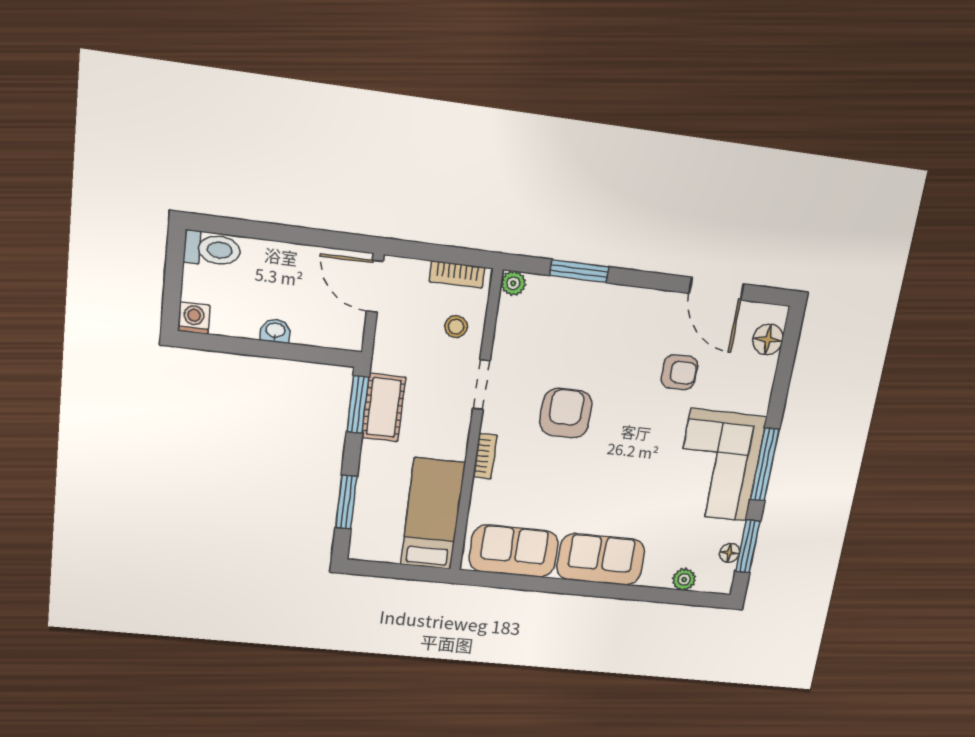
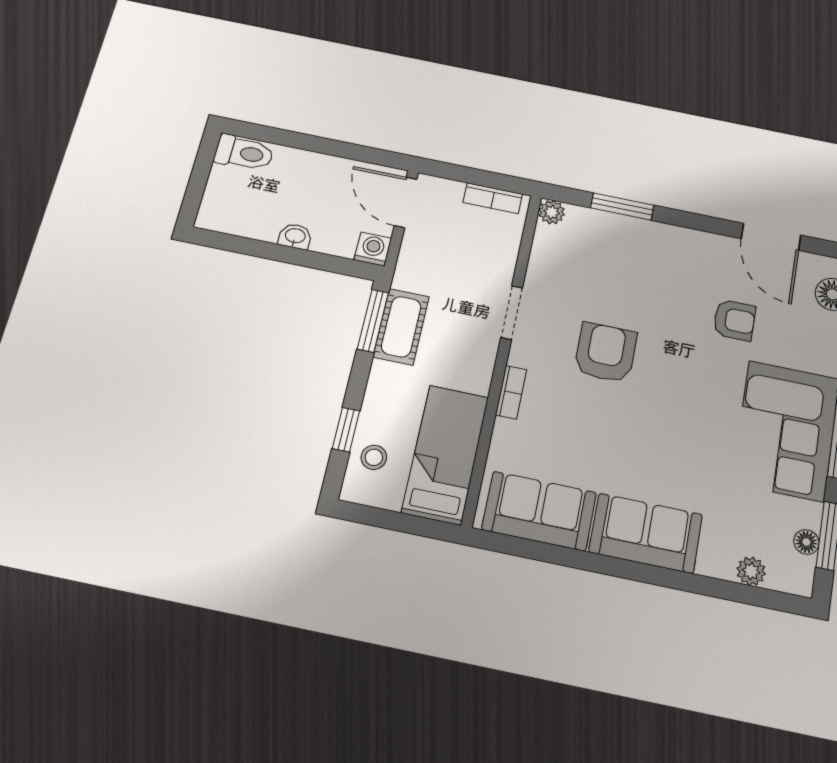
washing machine: (194, 318) -> (373, 249), moved
stool: (456, 327) -> (374, 457), moved
window: (346, 502) -> (346, 430), width x0.67

